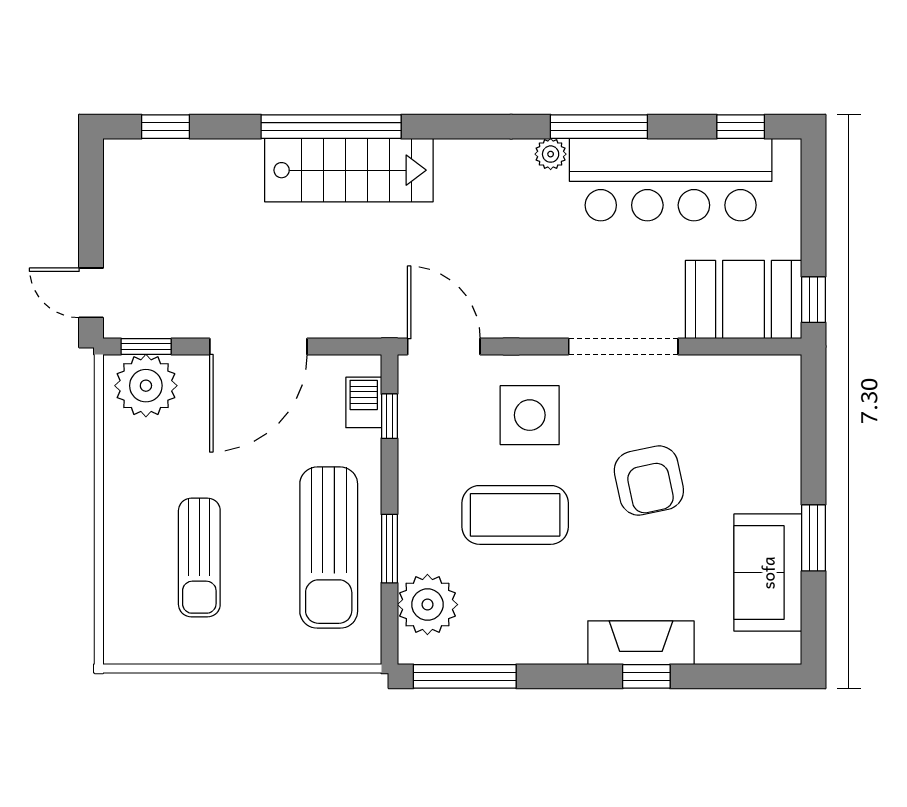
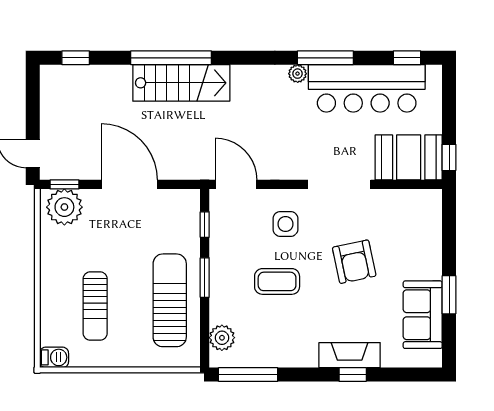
door: (258, 347) -> (129, 184), swing flipped
barbecue: (364, 402) -> (54, 357), moved, turned 90
side table: (530, 415) -> (285, 224), width x0.73, depth x0.73
coffee table: (515, 515) -> (277, 281), width x0.73, depth x0.76
sun lounger: (329, 548) -> (170, 300), turned 180
window: (389, 549) -> (205, 278), moved
plant: (427, 605) -> (222, 338), width x0.73, depth x0.73

